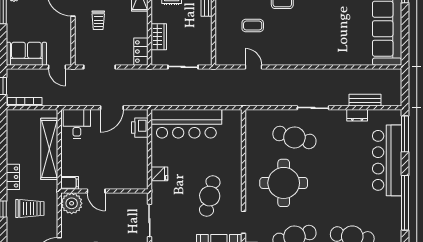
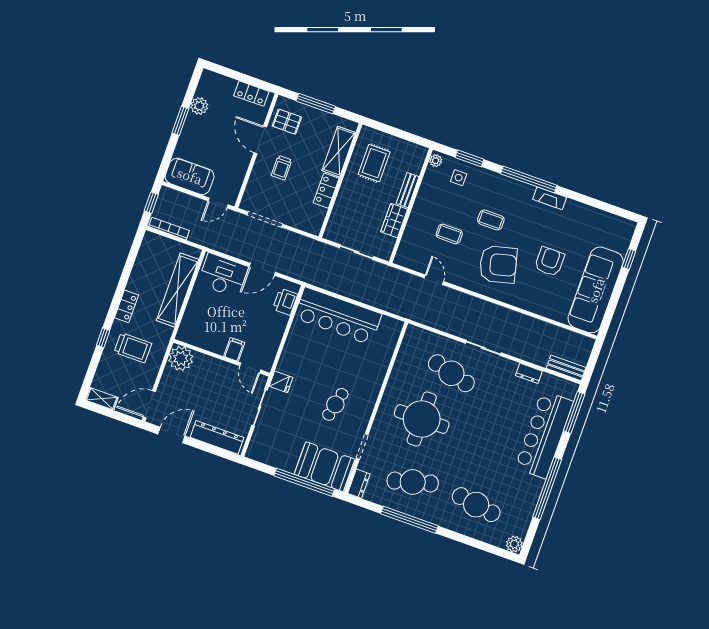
armchair: (342, 19) -> (550, 262), added
armchair: (301, 36) -> (498, 264), added
wardrobe: (159, 37) -> (394, 221), moved, turned 180
locker: (141, 52) -> (326, 191), moved
door: (57, 67) -> (218, 203), hinge flipped
bench: (365, 100) -> (566, 368), moved
desk: (77, 124) -> (223, 275), width x1.37
fridge: (159, 174) -> (281, 382), moved
filing cabinet: (70, 183) -> (234, 349), moved, turned -90
door: (96, 191) -> (250, 368), moved
cafe table: (210, 196) -> (335, 404), width x0.73, depth x0.74

